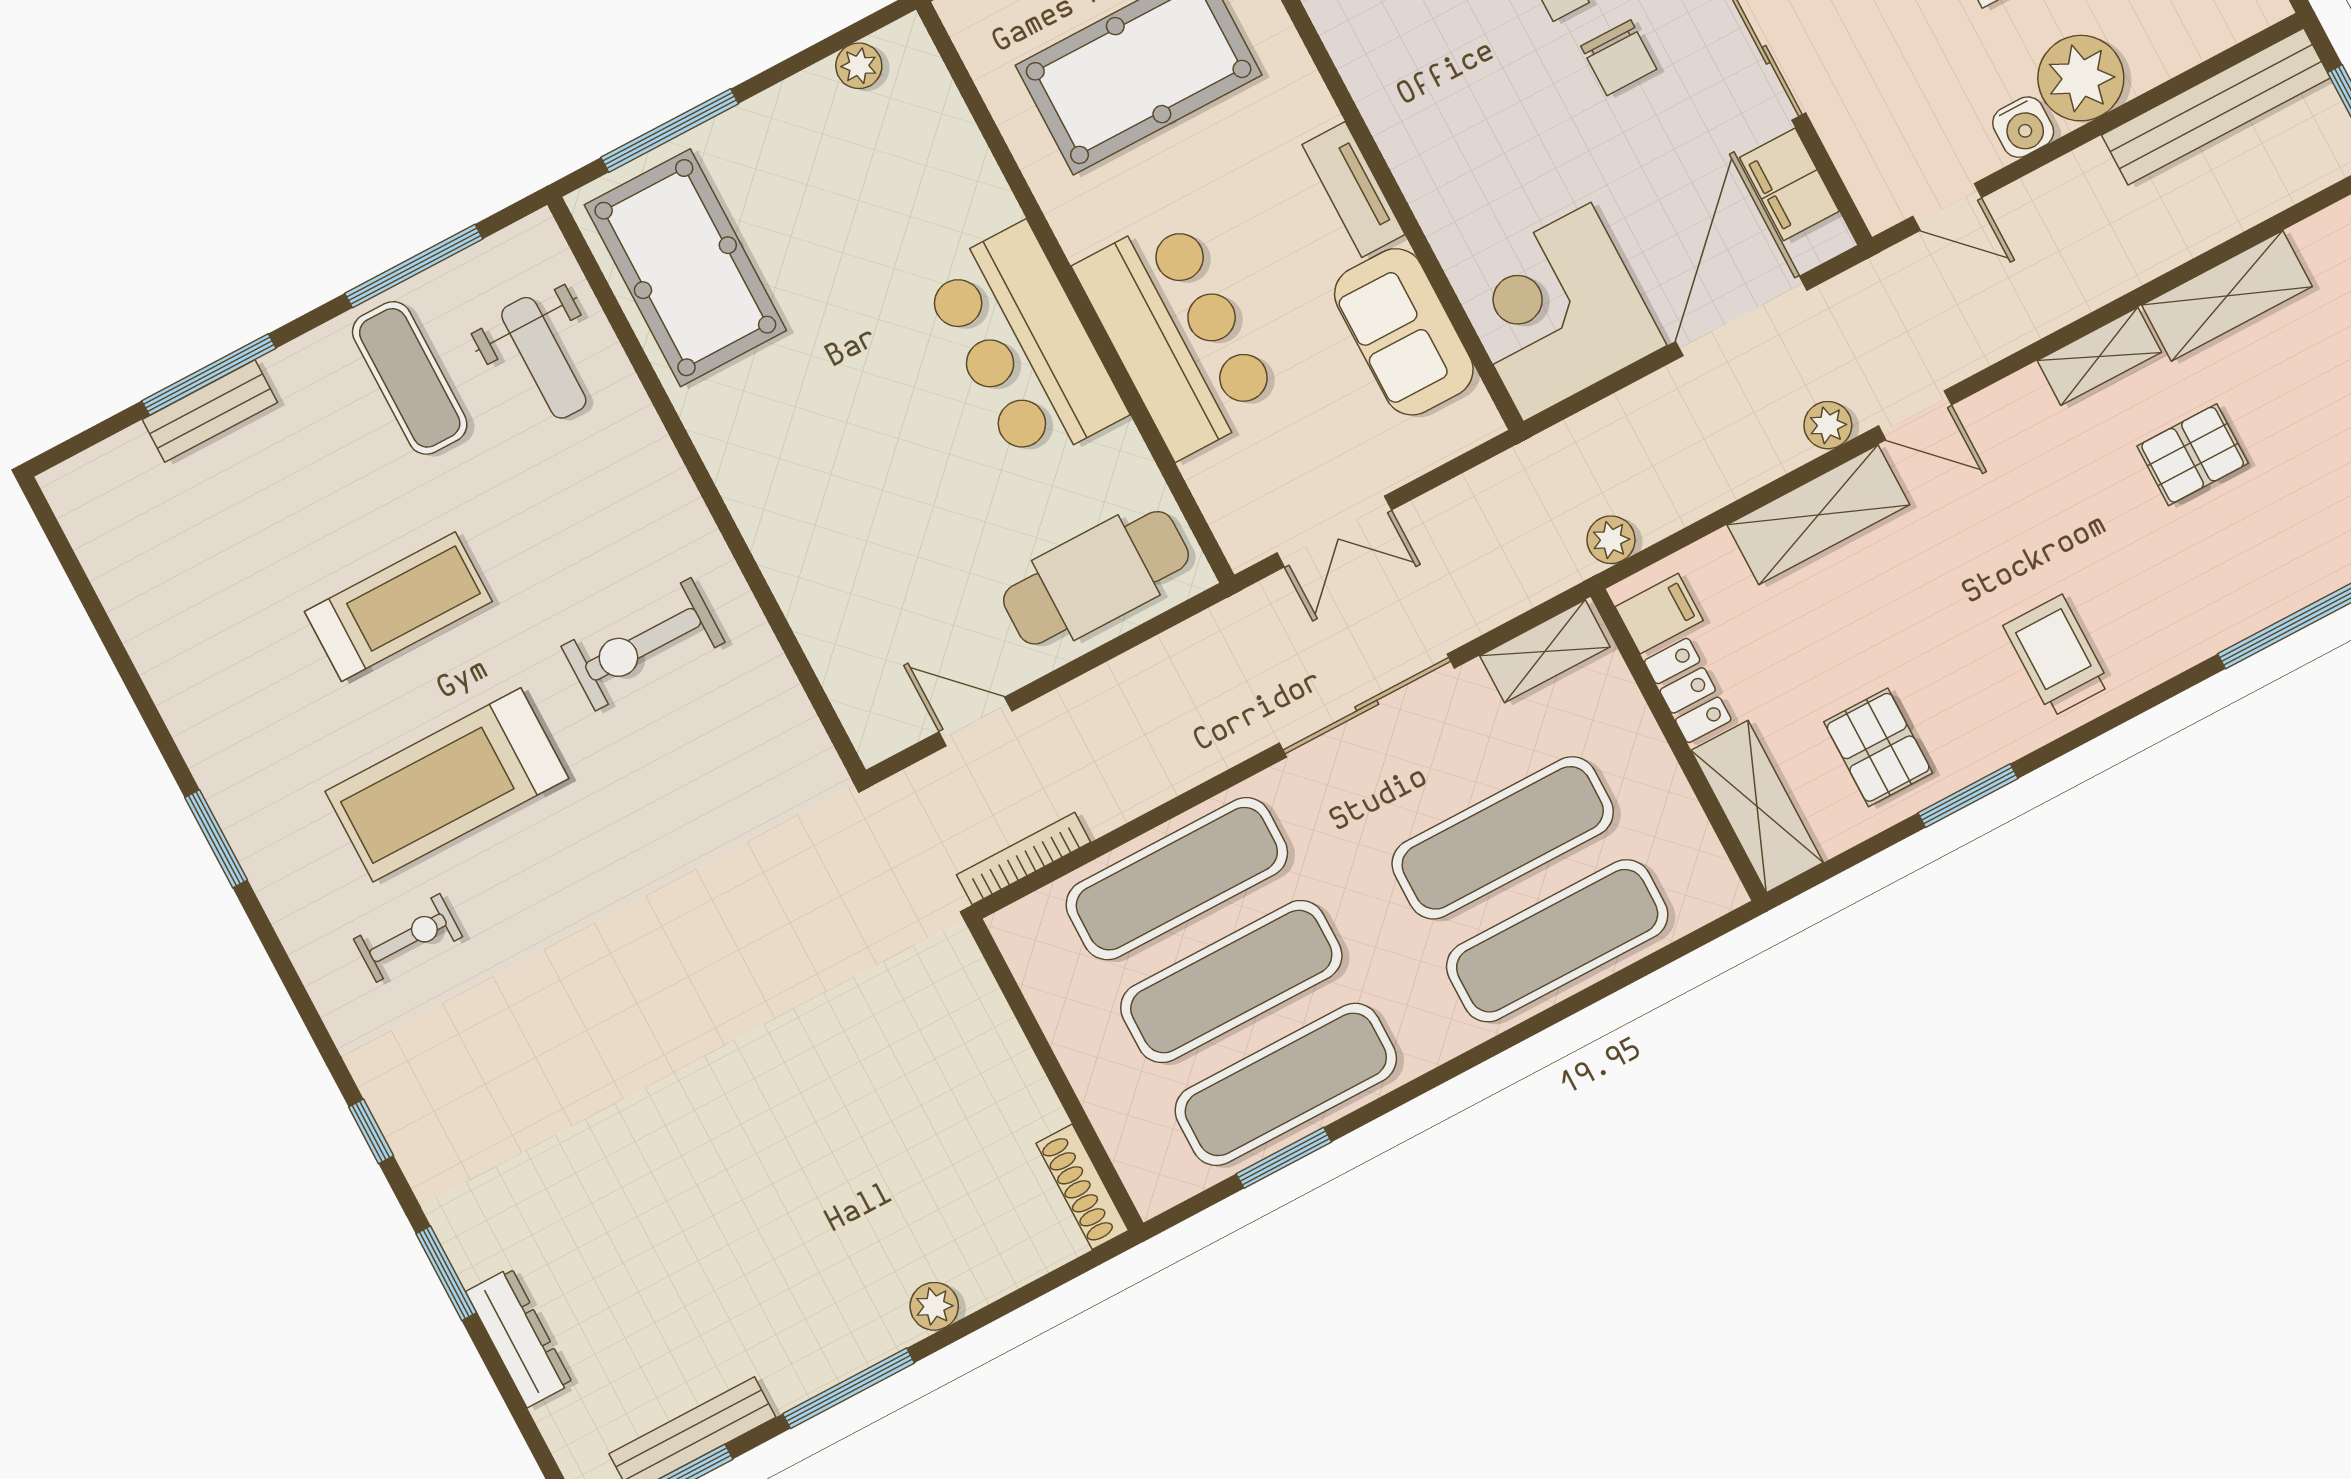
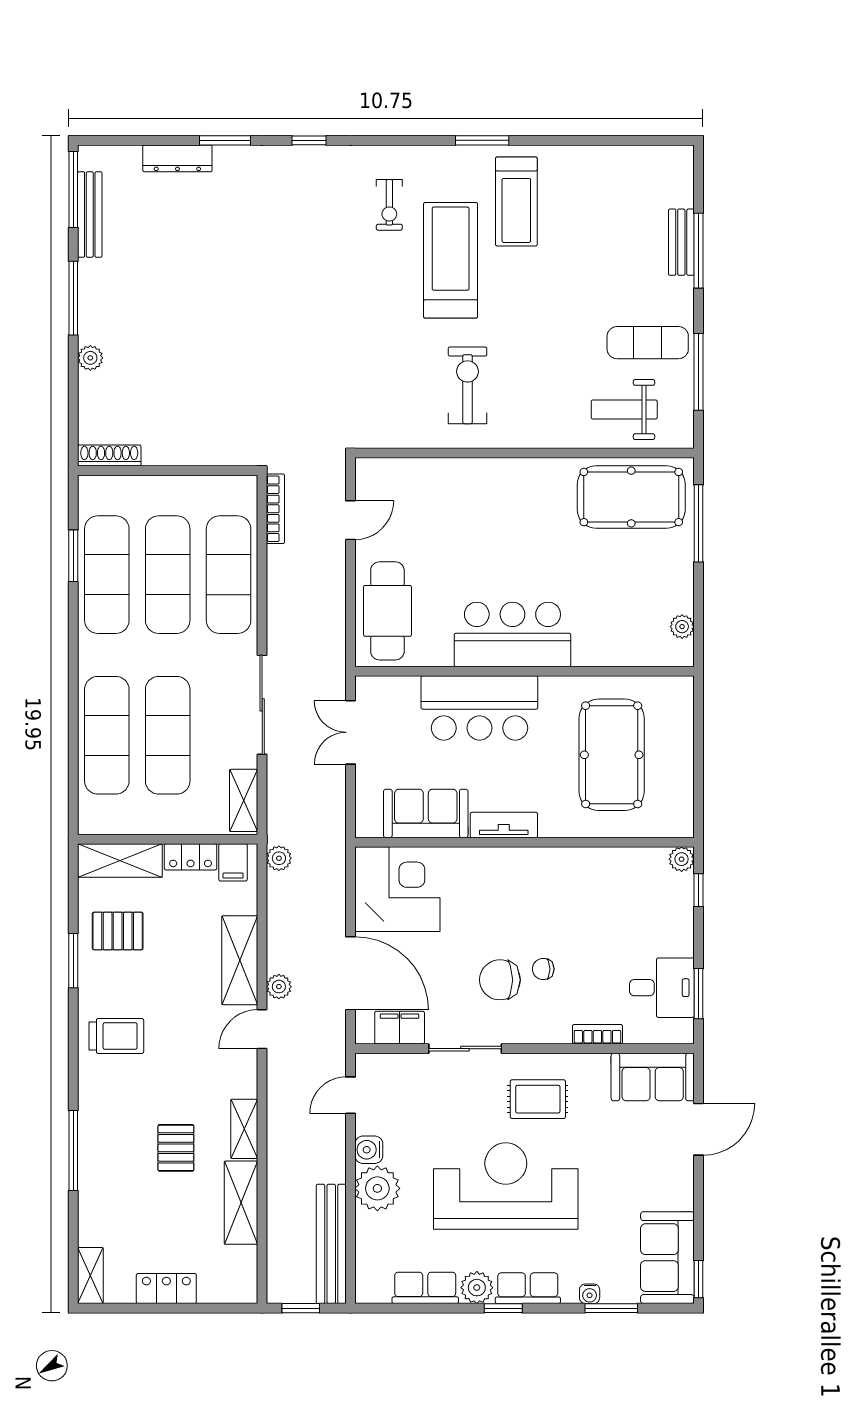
chair: (1619, 58) -> (500, 980), width x1.37, depth x1.37
treadmill: (398, 607) -> (516, 201), moved

